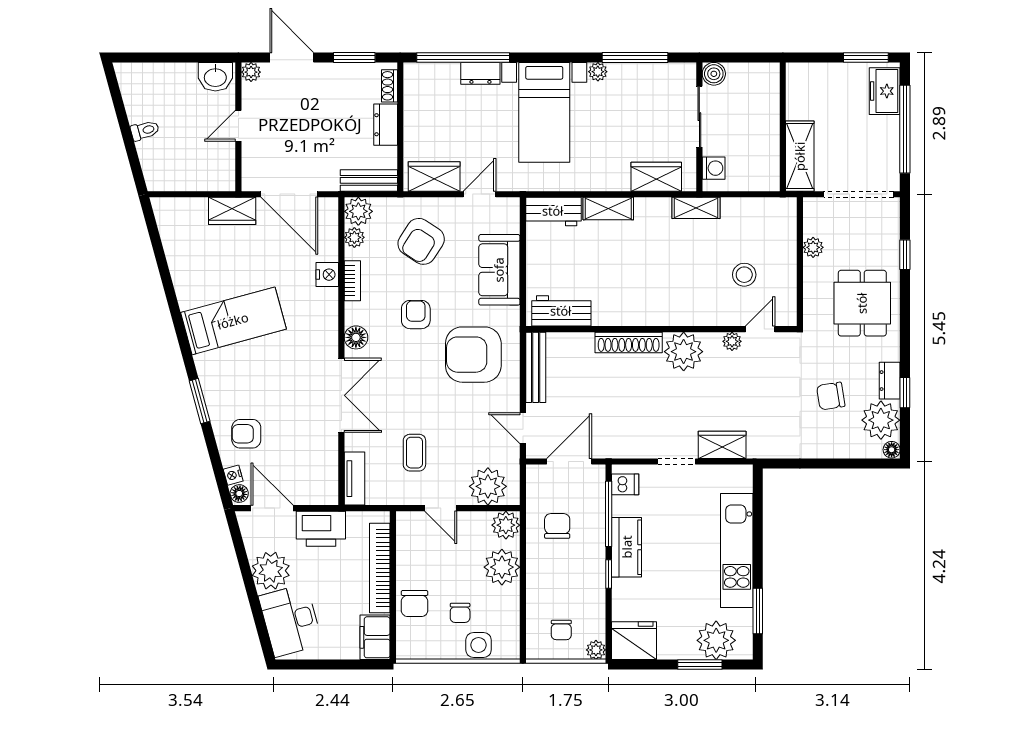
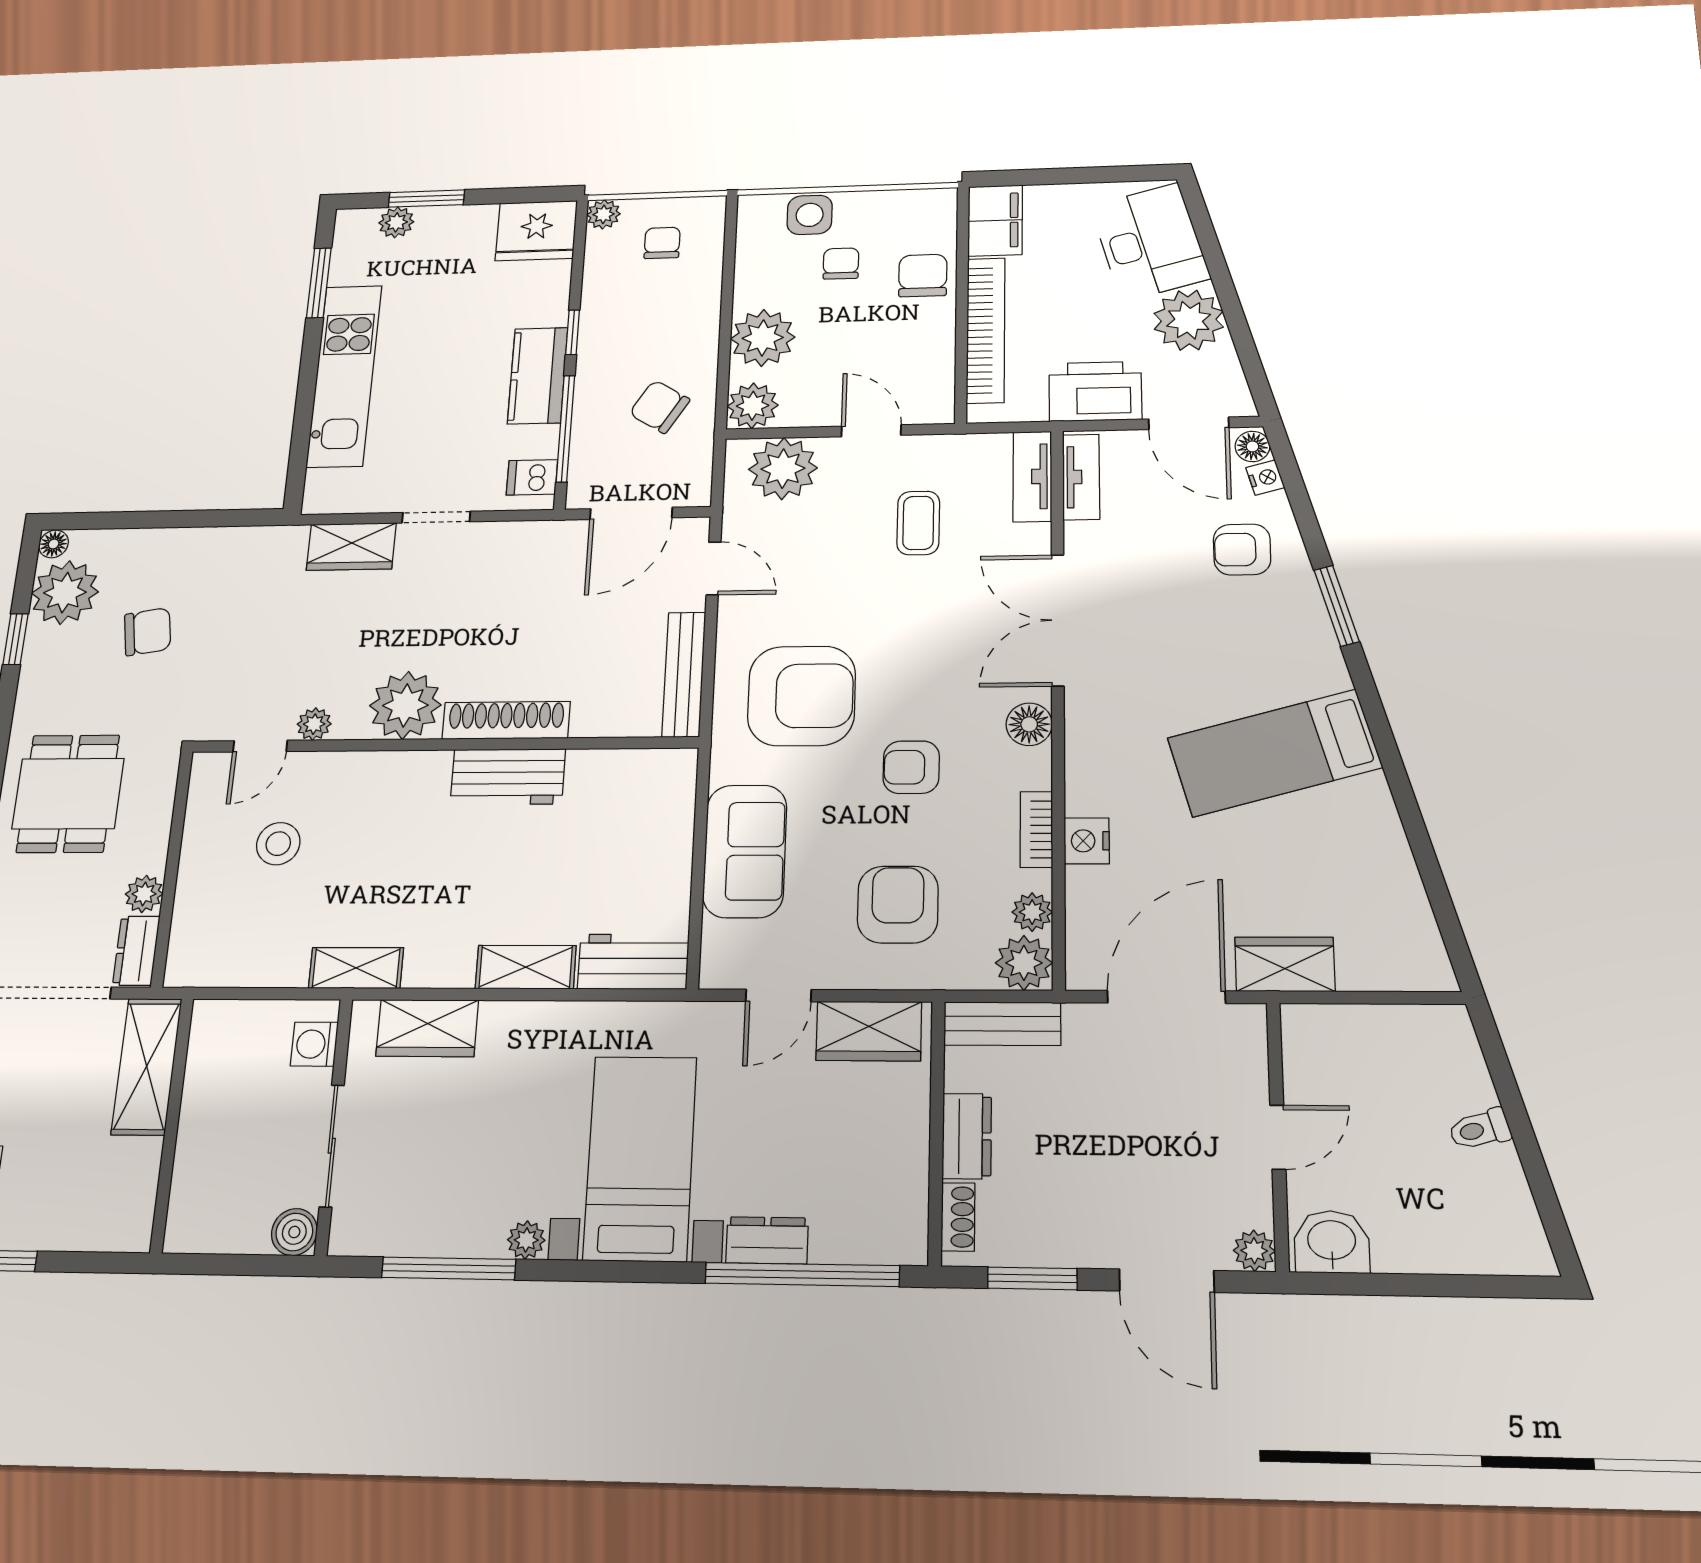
door: (289, 194) -> (1166, 997), hinge flipped
armchair: (421, 241) -> (898, 905), turned -33
workbench: (561, 311) -> (508, 777), moved
armchair: (416, 315) -> (911, 767), turned 90
dresser: (890, 381) -> (136, 951), moved, turned 180
armchair: (246, 434) -> (1242, 549), turned 180
tv unit: (329, 478) -> (1081, 477), added
chair: (557, 526) -> (659, 407), turned 122
plant: (716, 640) -> (396, 222), width x0.53, depth x0.53

